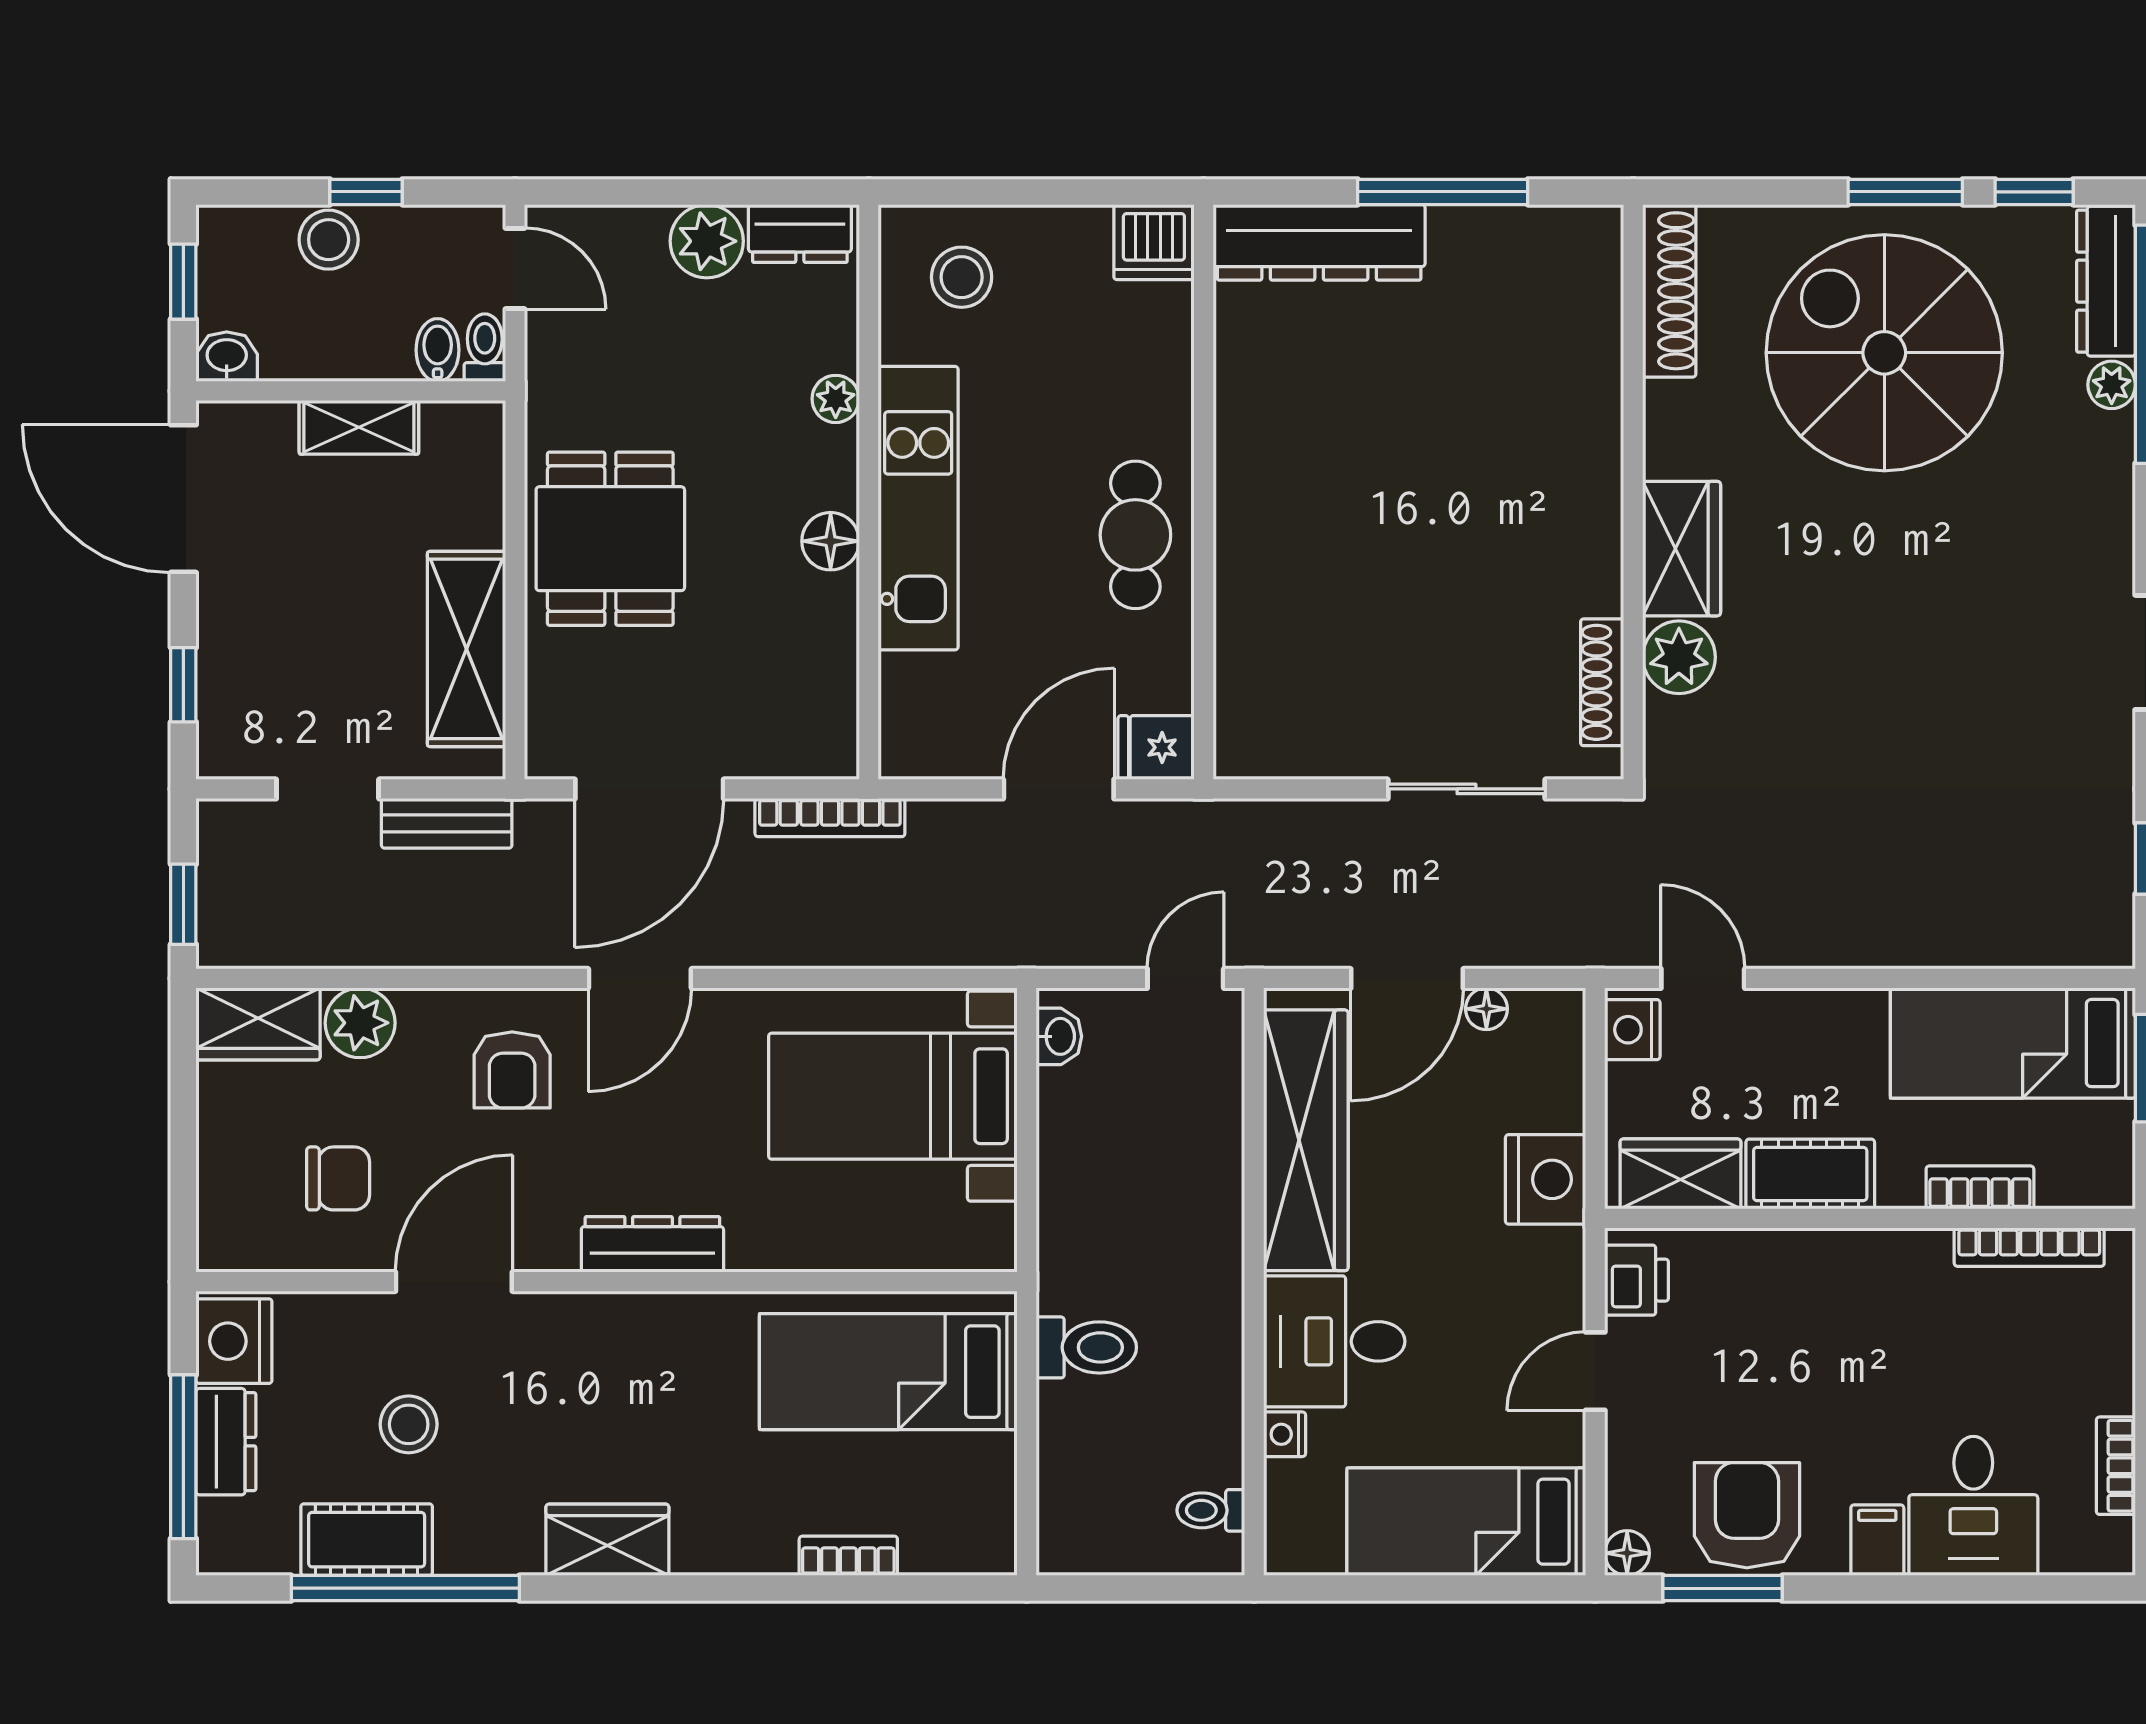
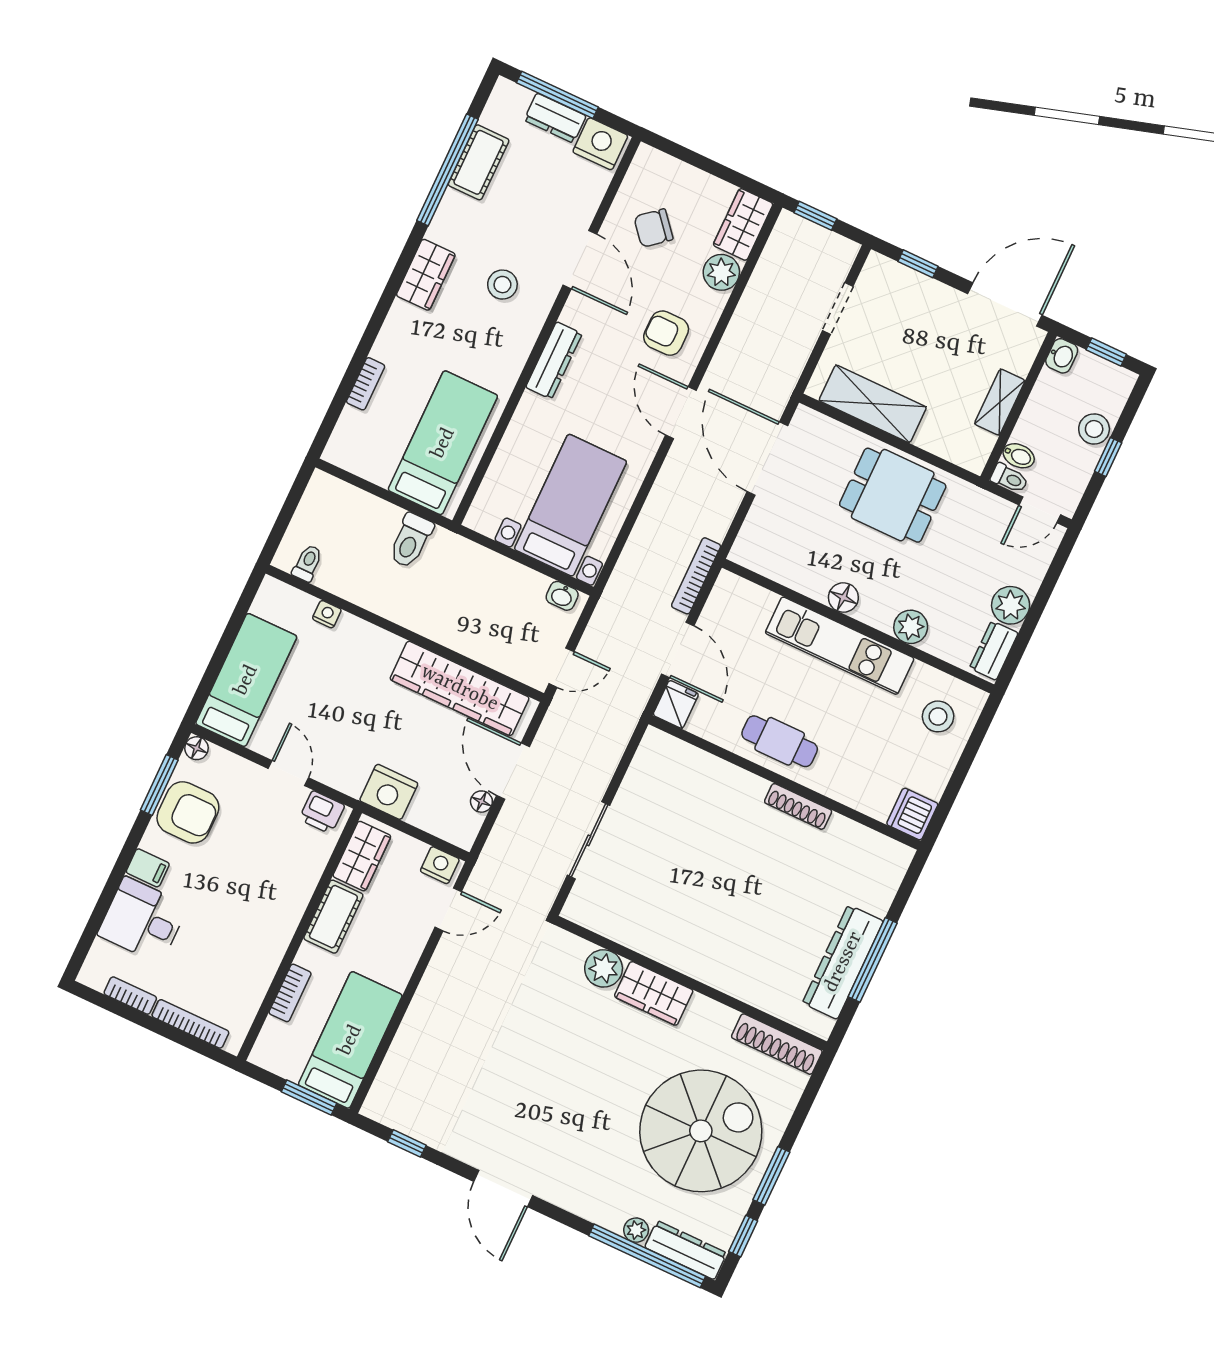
dresser: (1319, 242) -> (843, 962), moved
plant: (836, 399) -> (911, 627), width x1.38, depth x1.38
shoe rack: (1602, 682) -> (798, 806), moved, turned 180
bookcase: (830, 818) -> (696, 576), moved
bench: (447, 823) -> (796, 356), removed
door: (1185, 978) -> (561, 668), hinge flipped
chair: (338, 1178) -> (653, 228), turned 50
bookcase: (2029, 1247) -> (190, 1024), moved, turned 90
desk: (1334, 1341) -> (359, 658), removed
stool: (409, 1424) -> (502, 285), moved

